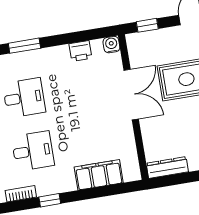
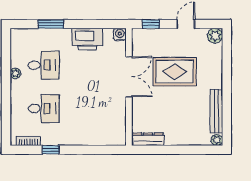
printer: (80, 51) -> (87, 39), width x1.87, depth x1.48
filing cabinet: (99, 175) -> (93, 136), removed

